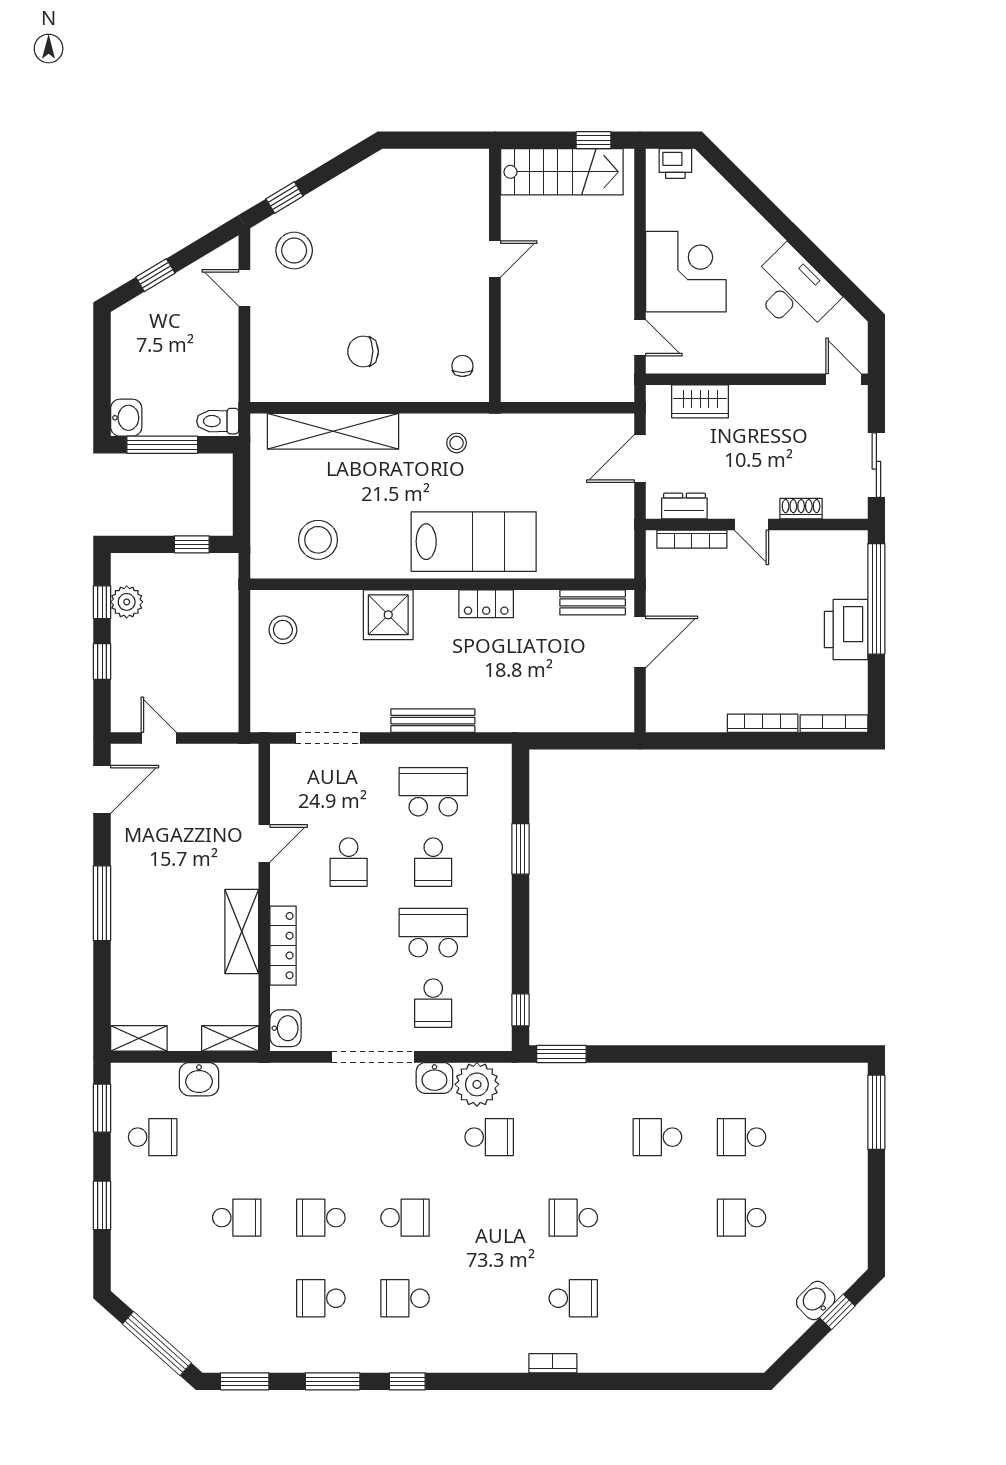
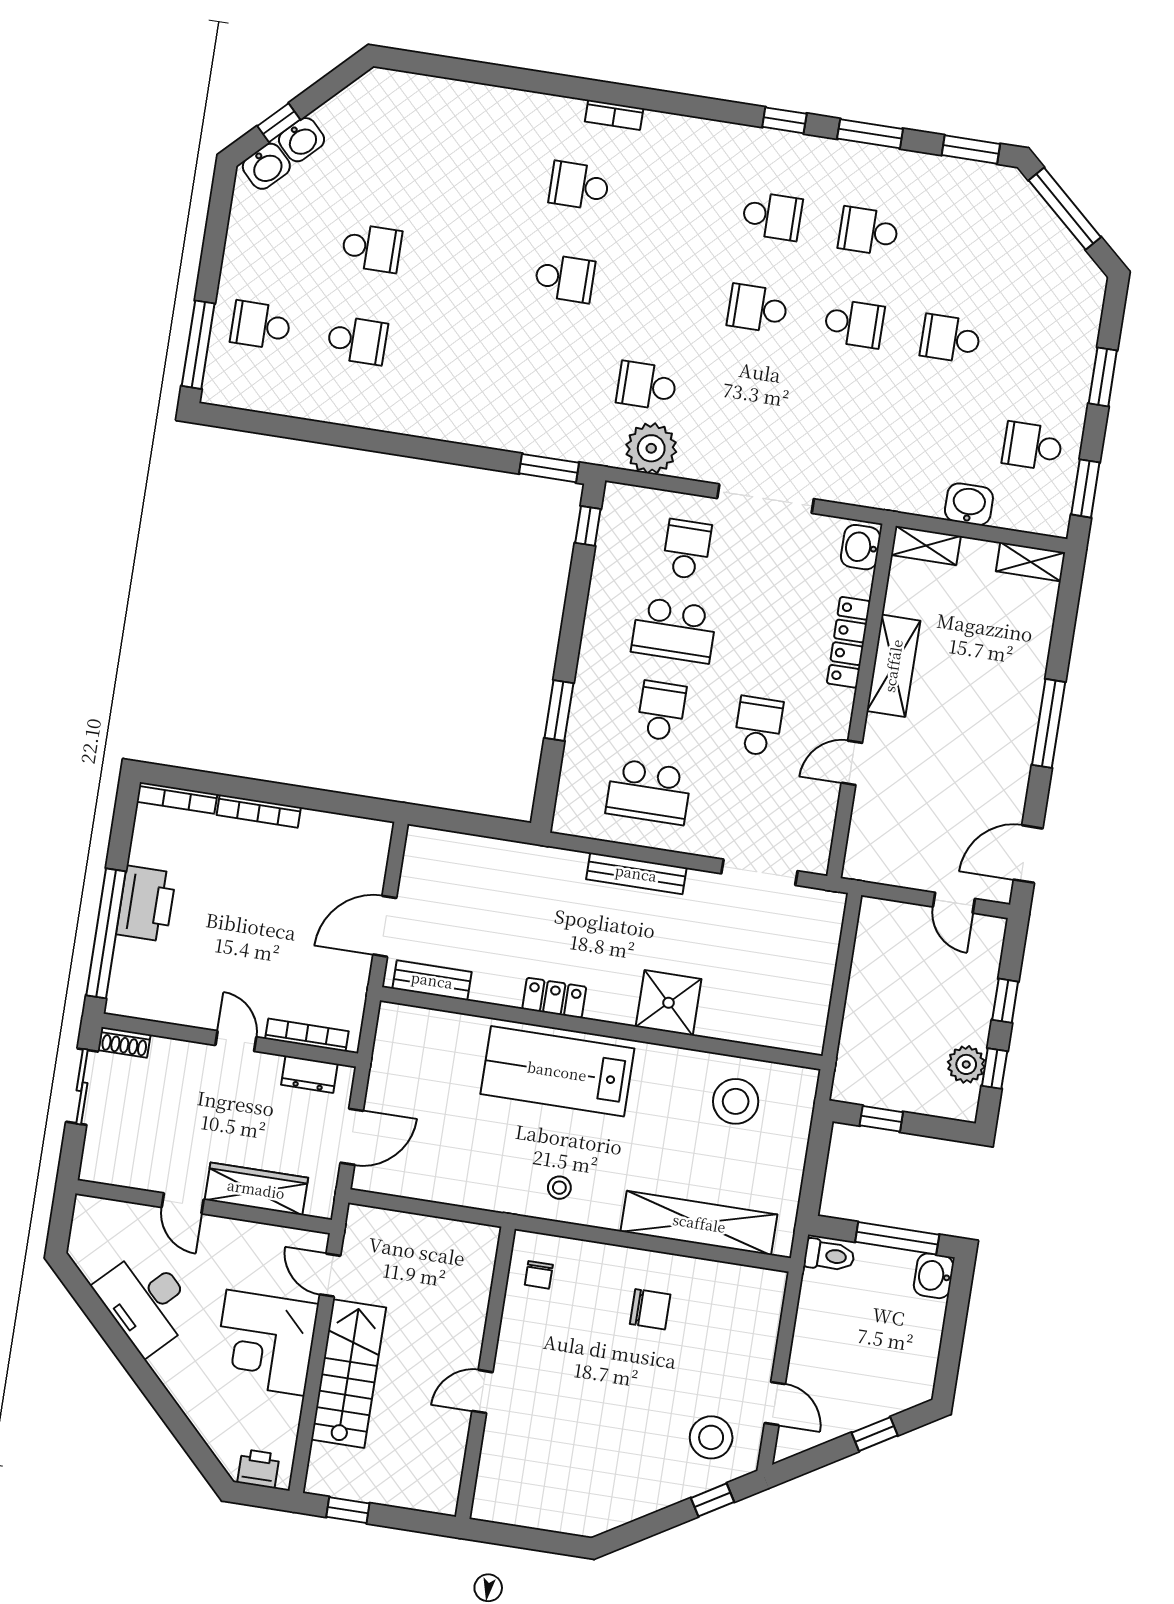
stairs: (562, 172) -> (349, 1374), moved, turned 90
door: (844, 379) -> (183, 1203), moved
wardrobe: (700, 401) -> (256, 1189), width x1.50
shoe rack: (801, 509) -> (125, 1042), moved
stool: (283, 630) -> (792, 1004), removed
washbasin: (434, 1078) -> (266, 166), moved, turned 135
school desk: (657, 1137) -> (261, 325), moved, turned 180
school desk: (321, 1298) -> (868, 231), turned 180

